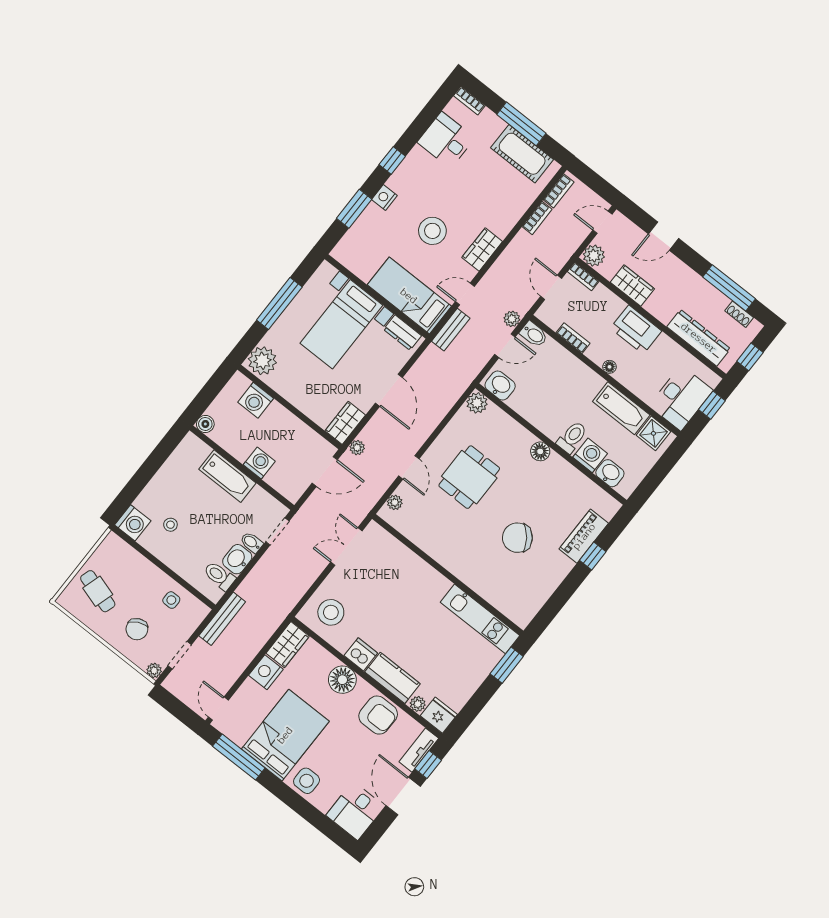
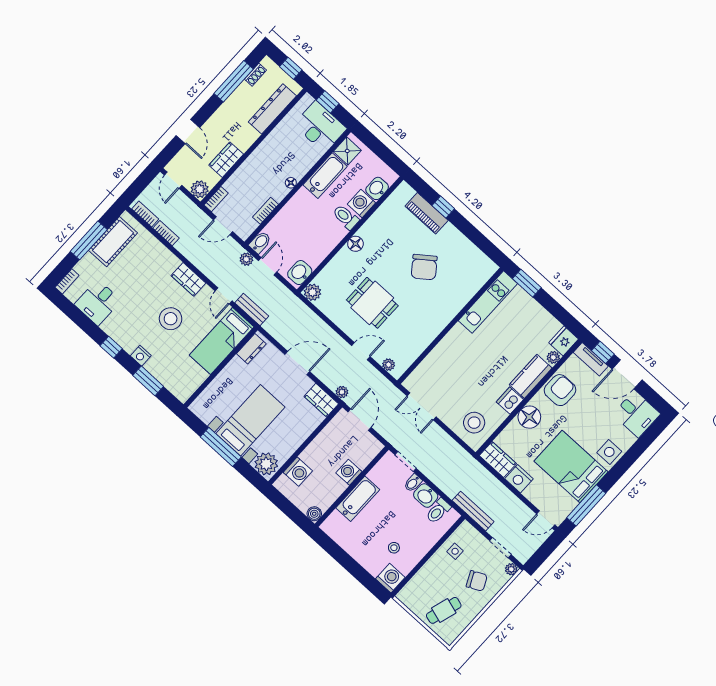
bed with nightstands: (341, 324) -> (250, 420), moved, turned -90
printer: (636, 330) -> (262, 159), removed

